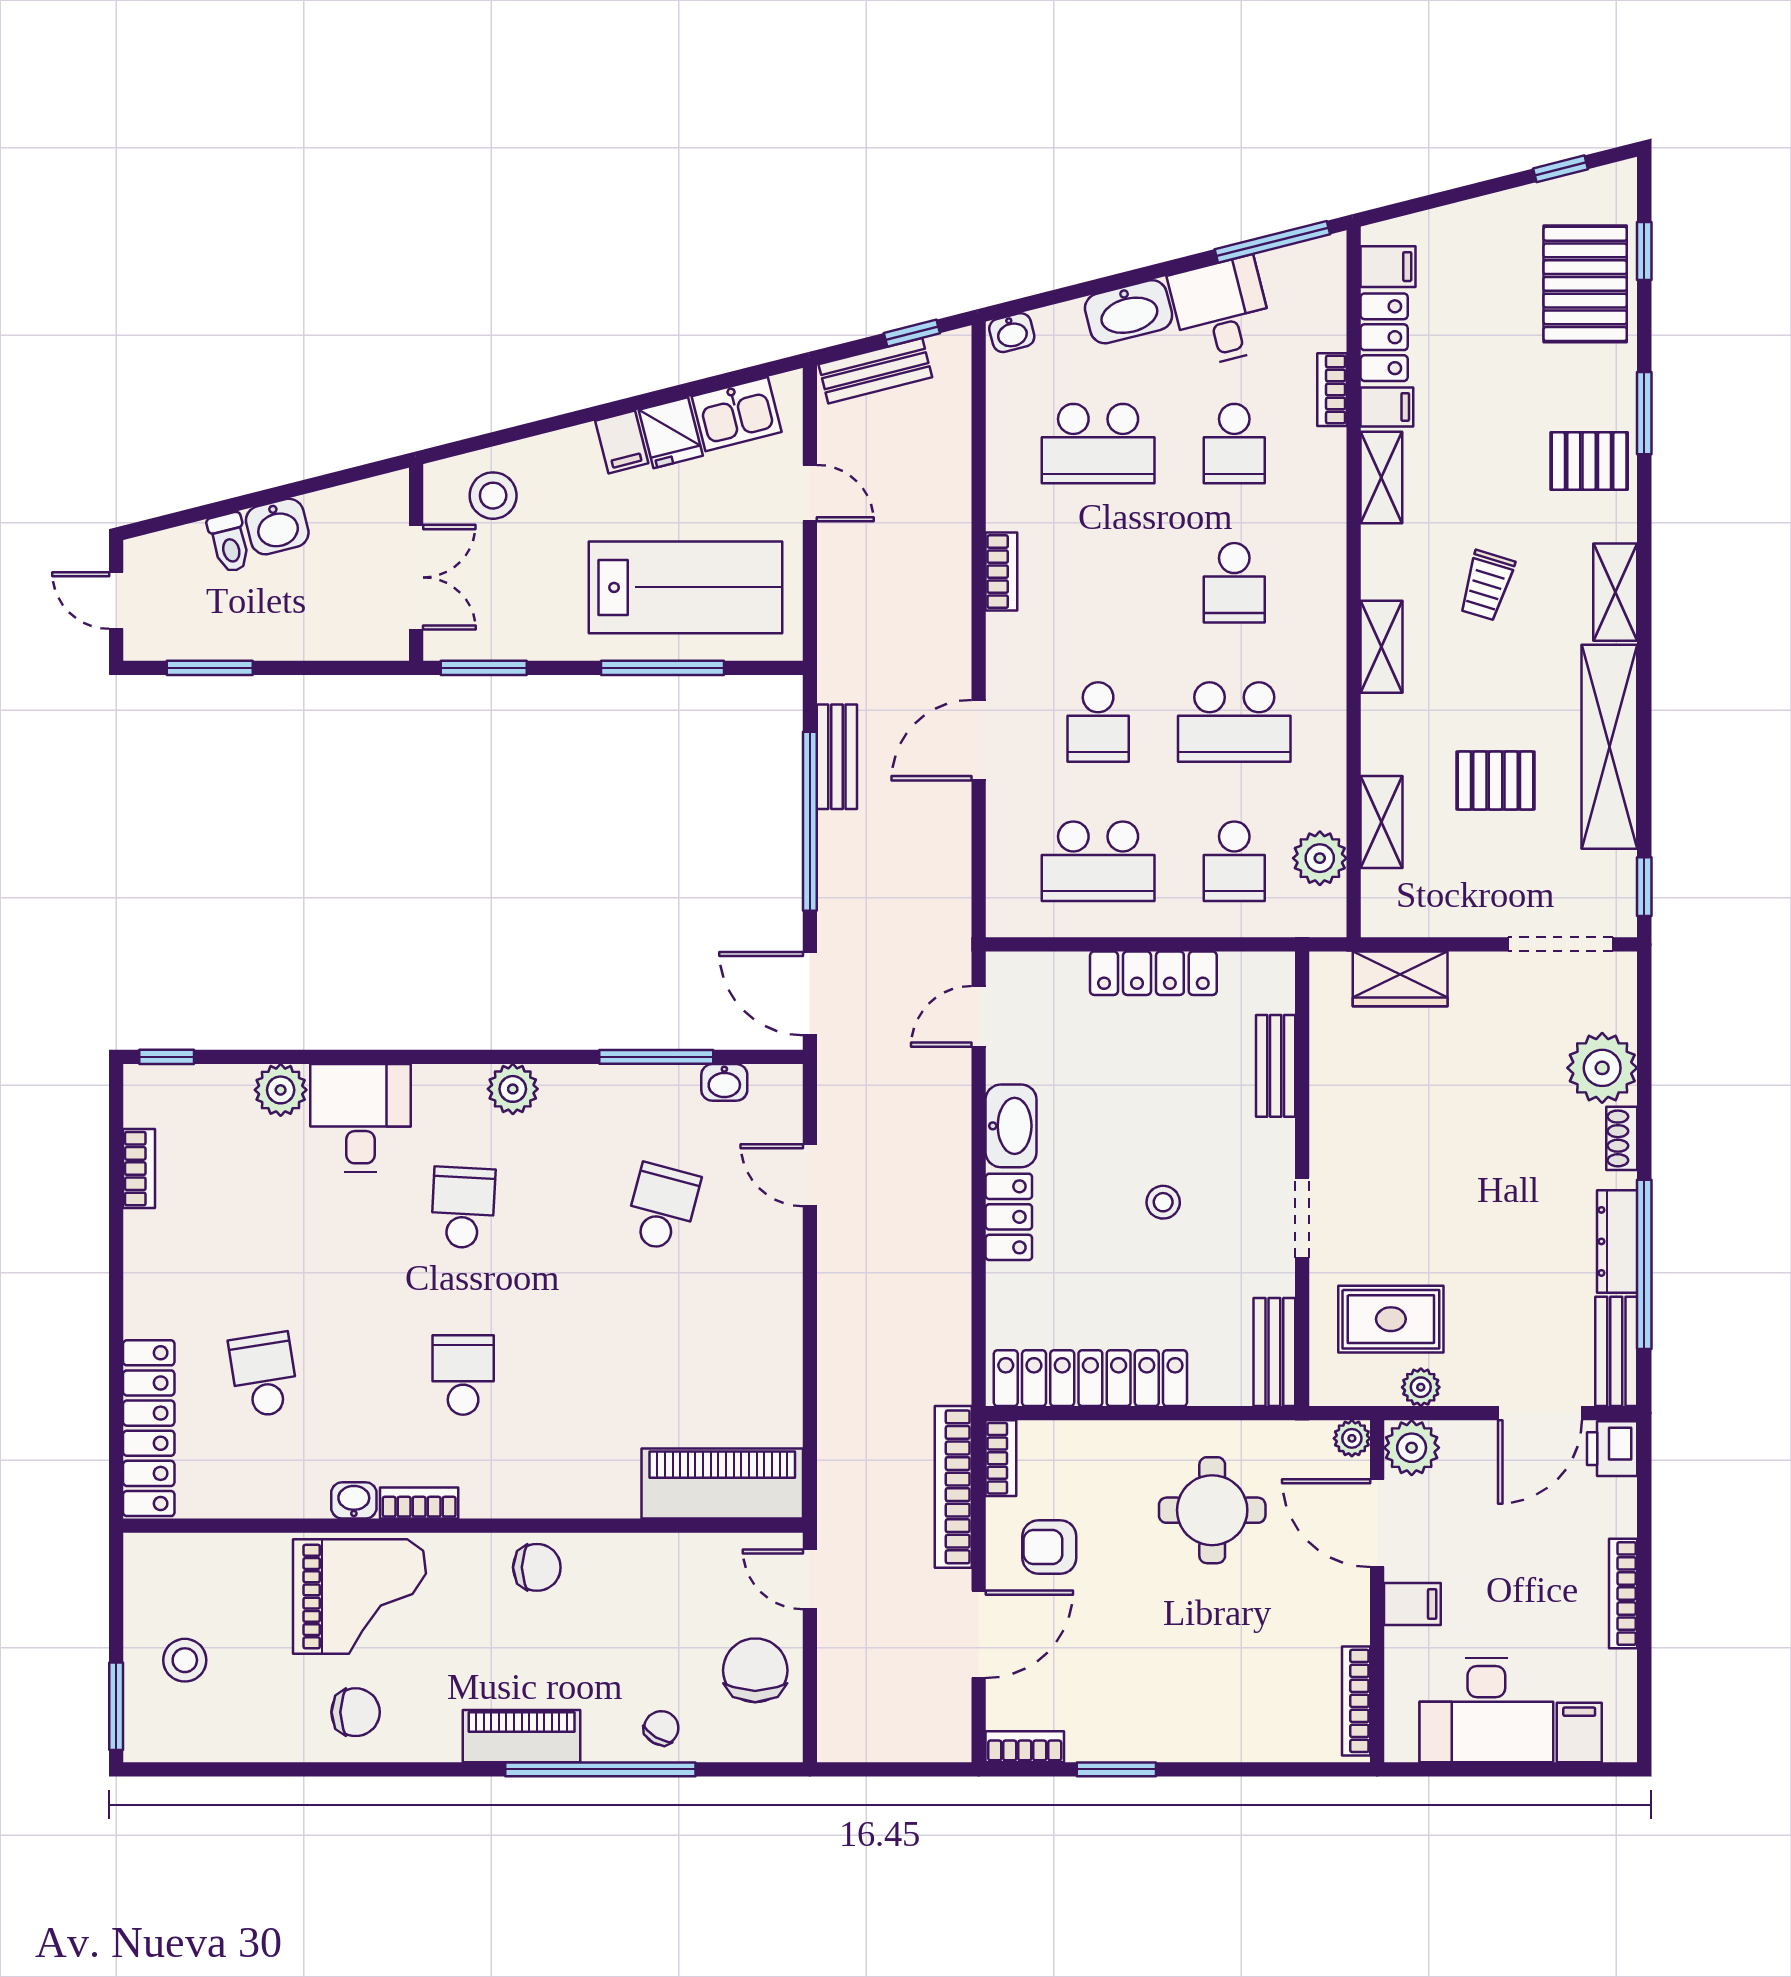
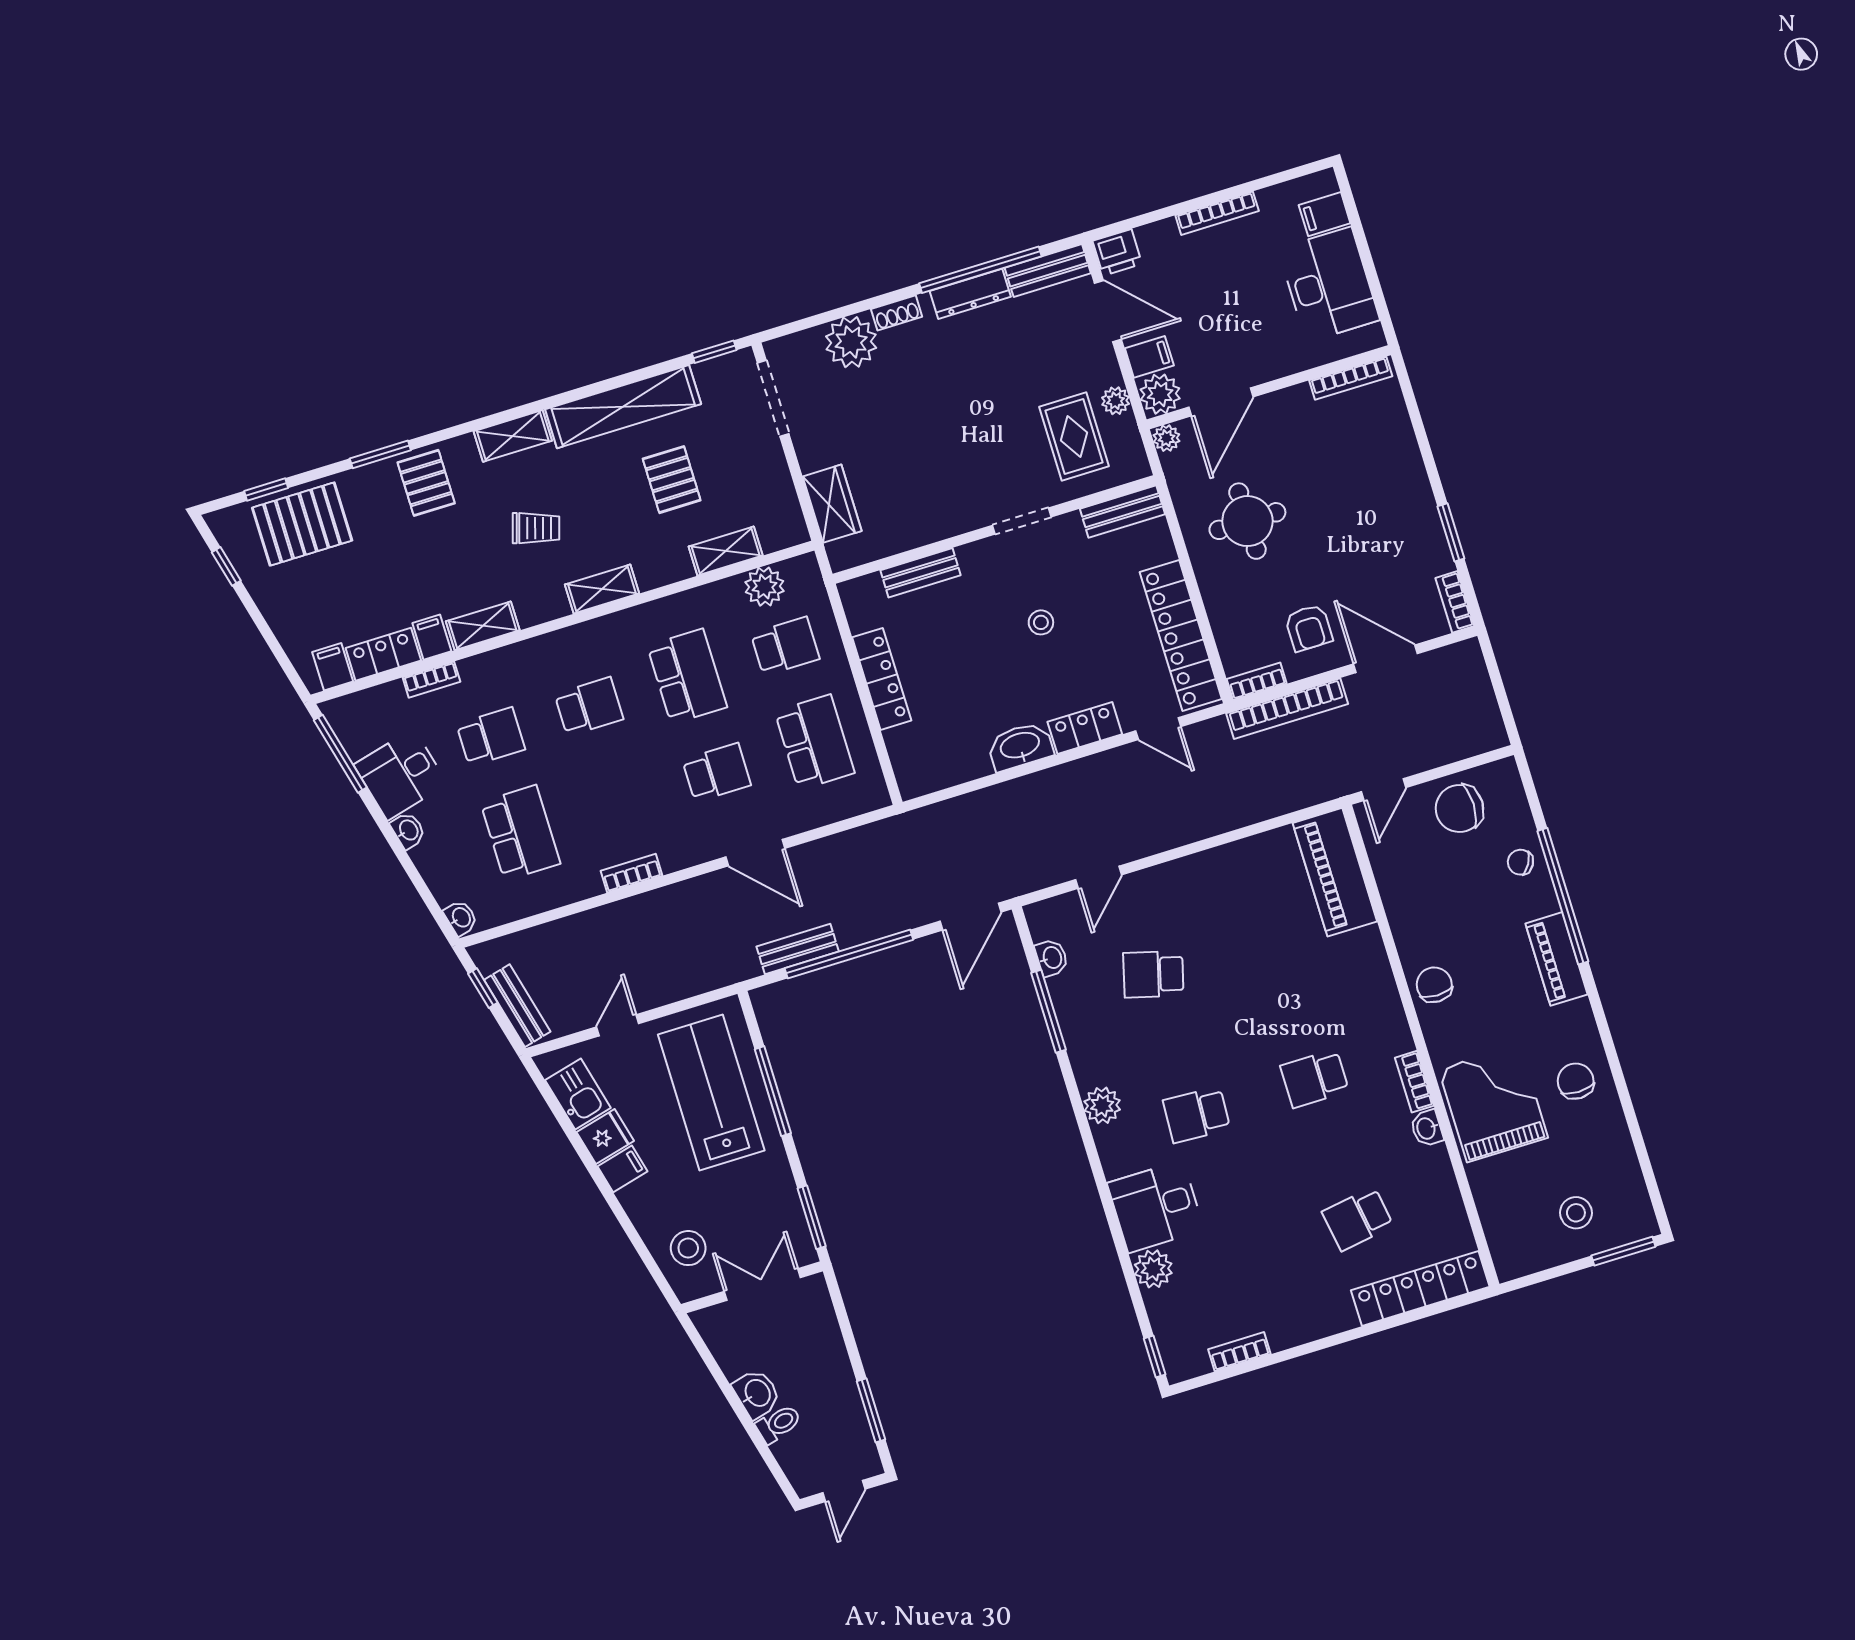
washbasin: (1129, 312) -> (408, 830), width x0.52, depth x0.69
door: (979, 1016) -> (1158, 729), moved
filing cabinet: (1412, 1604) -> (1149, 357), moved, turned 90

